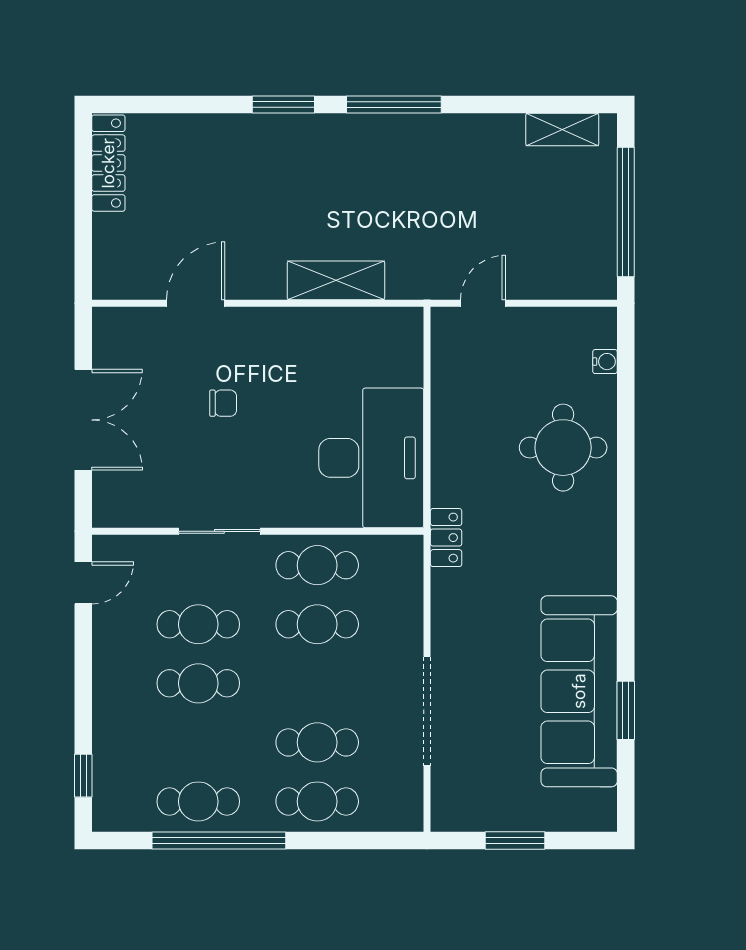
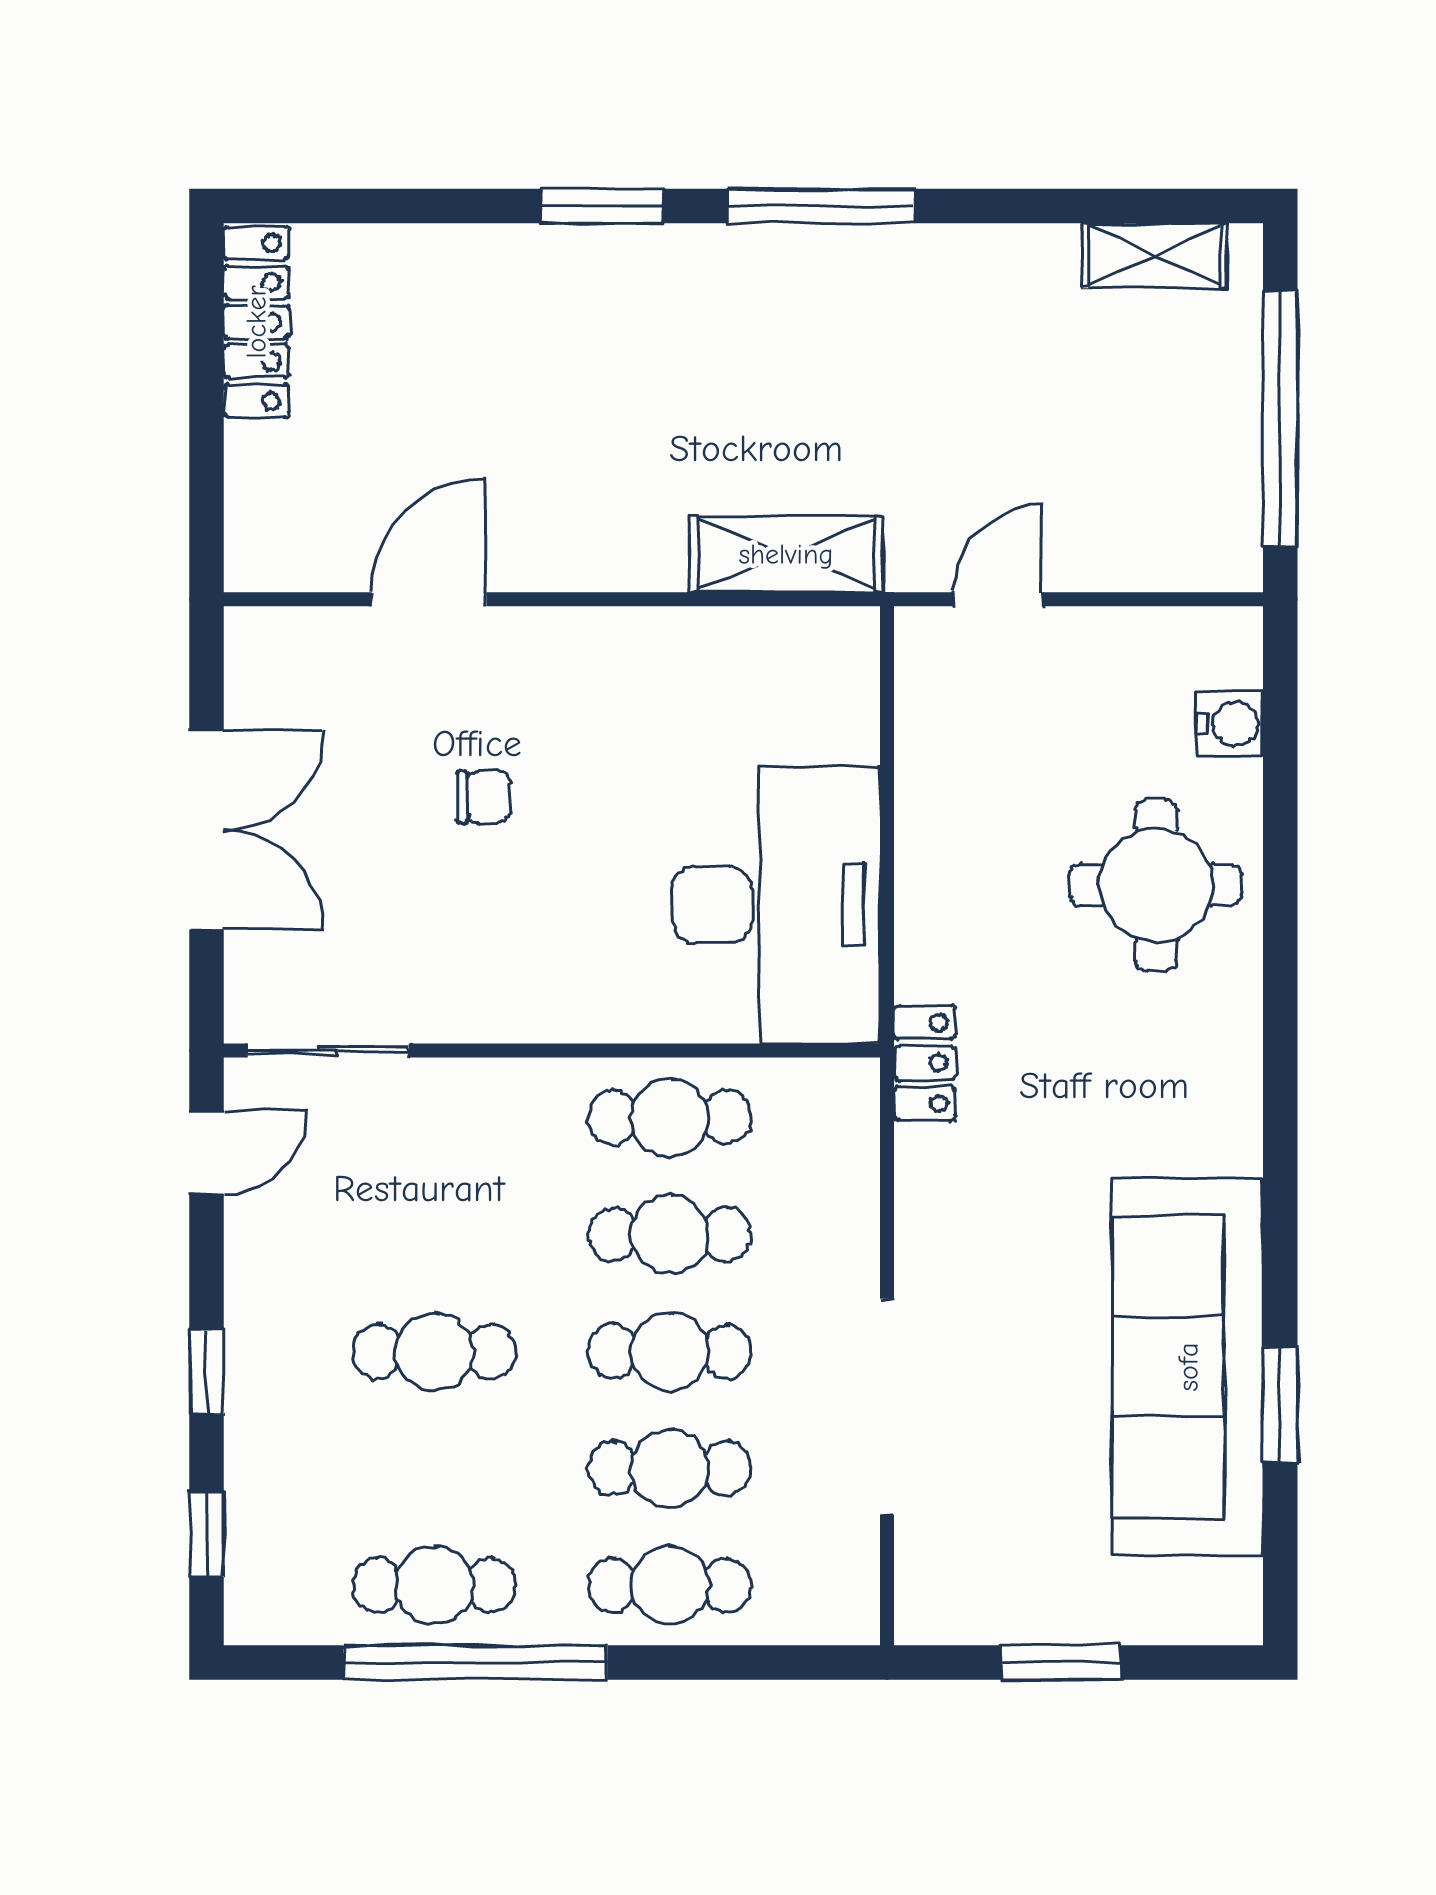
shelving: (336, 280) -> (786, 554), moved
water cooler: (605, 362) -> (1230, 724), width x1.38, depth x1.38
sliding door: (219, 531) -> (328, 1050), moved
cafe table: (198, 624) -> (670, 1351), moved
window: (83, 694) -> (207, 1372), added

